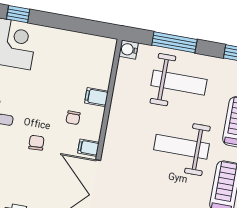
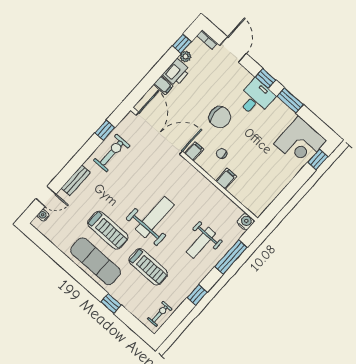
weight bench: (179, 83) -> (201, 243), width x0.73, depth x0.75
chair: (36, 143) -> (220, 117), width x1.87, depth x1.87

